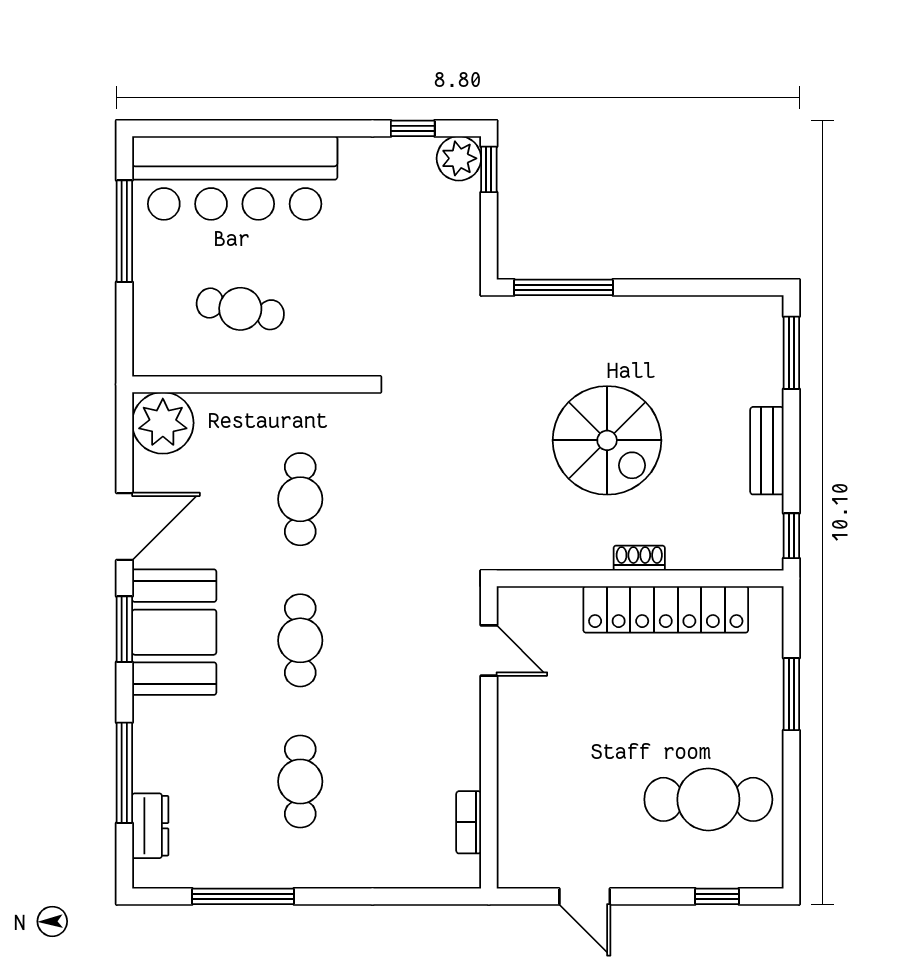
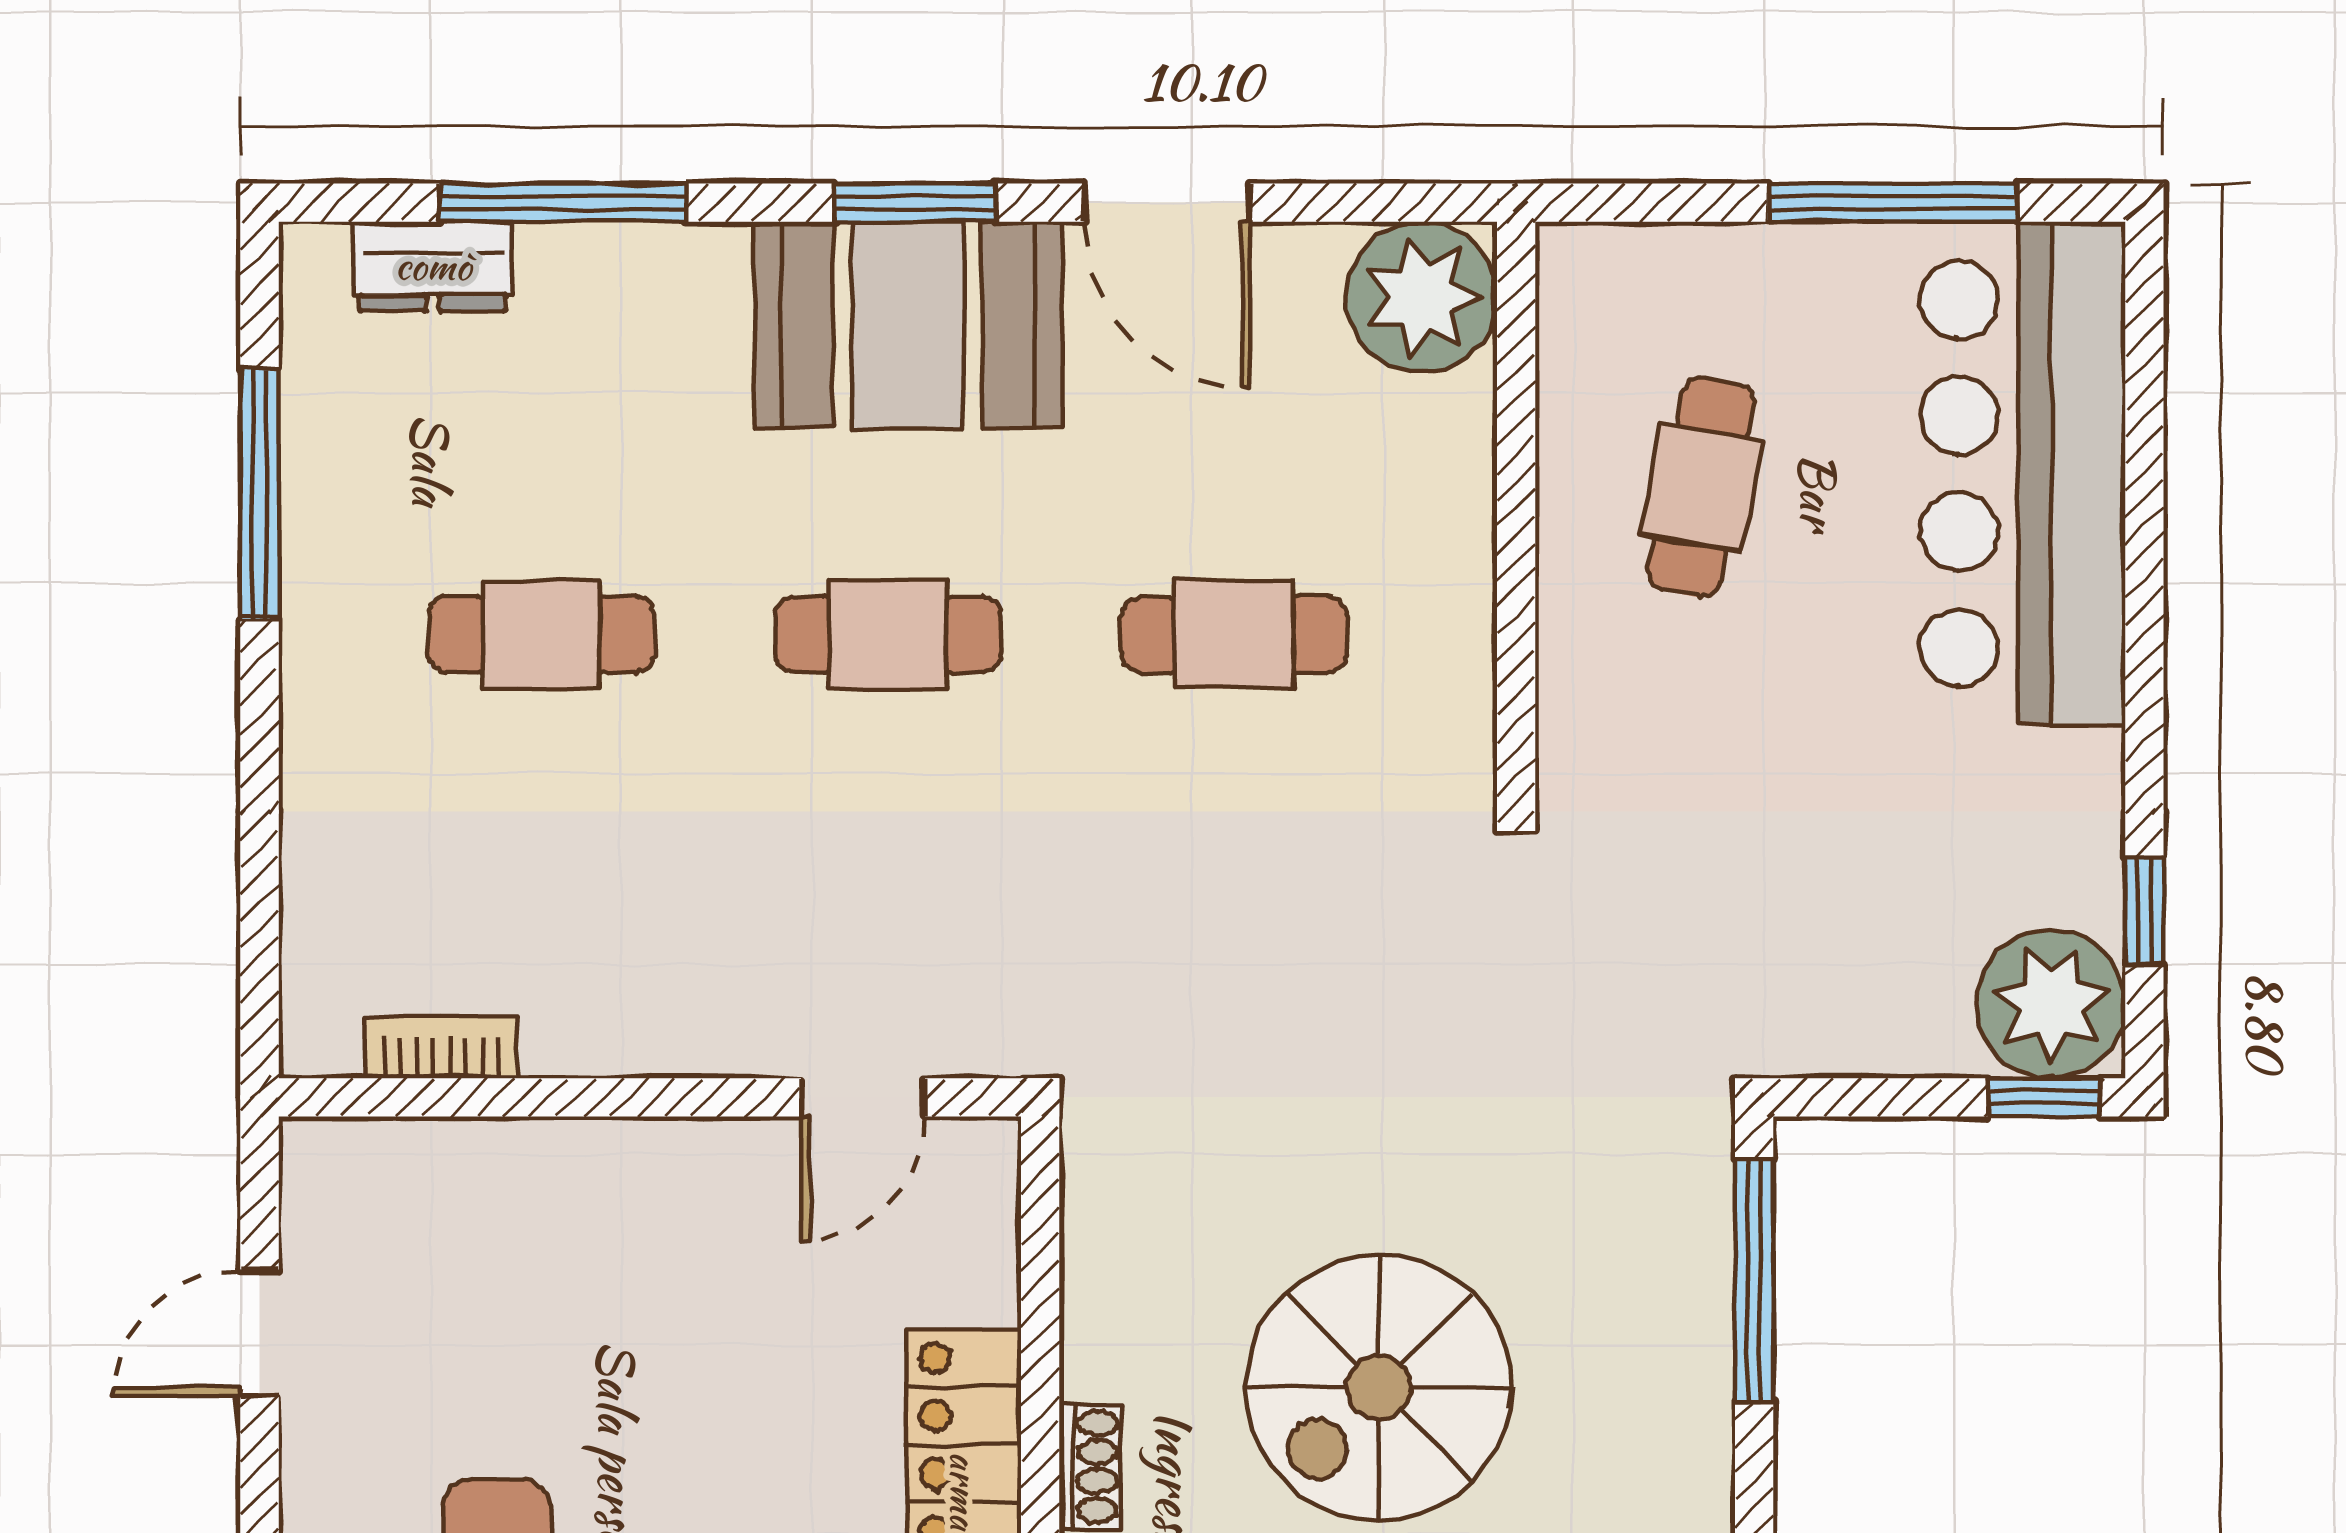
plant: (459, 158) -> (2051, 1004), width x1.36, depth x1.36

